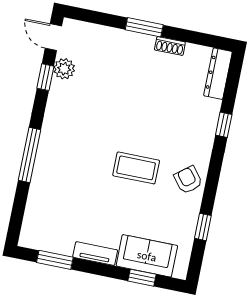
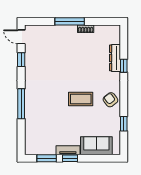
window: (144, 27) -> (70, 21), width x1.44
plant: (64, 69) -> (30, 53), removed
dresser: (218, 74) -> (115, 58), moved
window: (142, 278) -> (70, 158), moved

